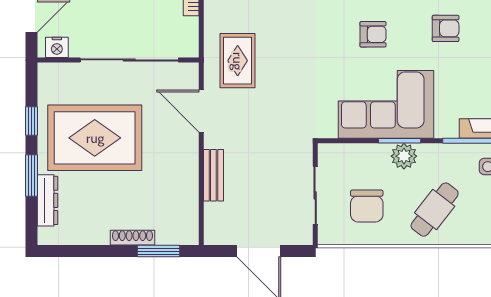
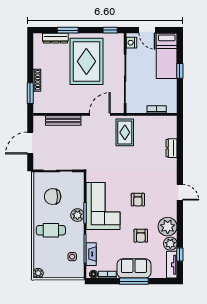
rug: (238, 61) -> (125, 132), turned 90
window: (31, 121) -> (110, 30), moved
bench: (213, 175) -> (63, 120), width x1.36
cafe table: (435, 210) -> (51, 230), turned -38

